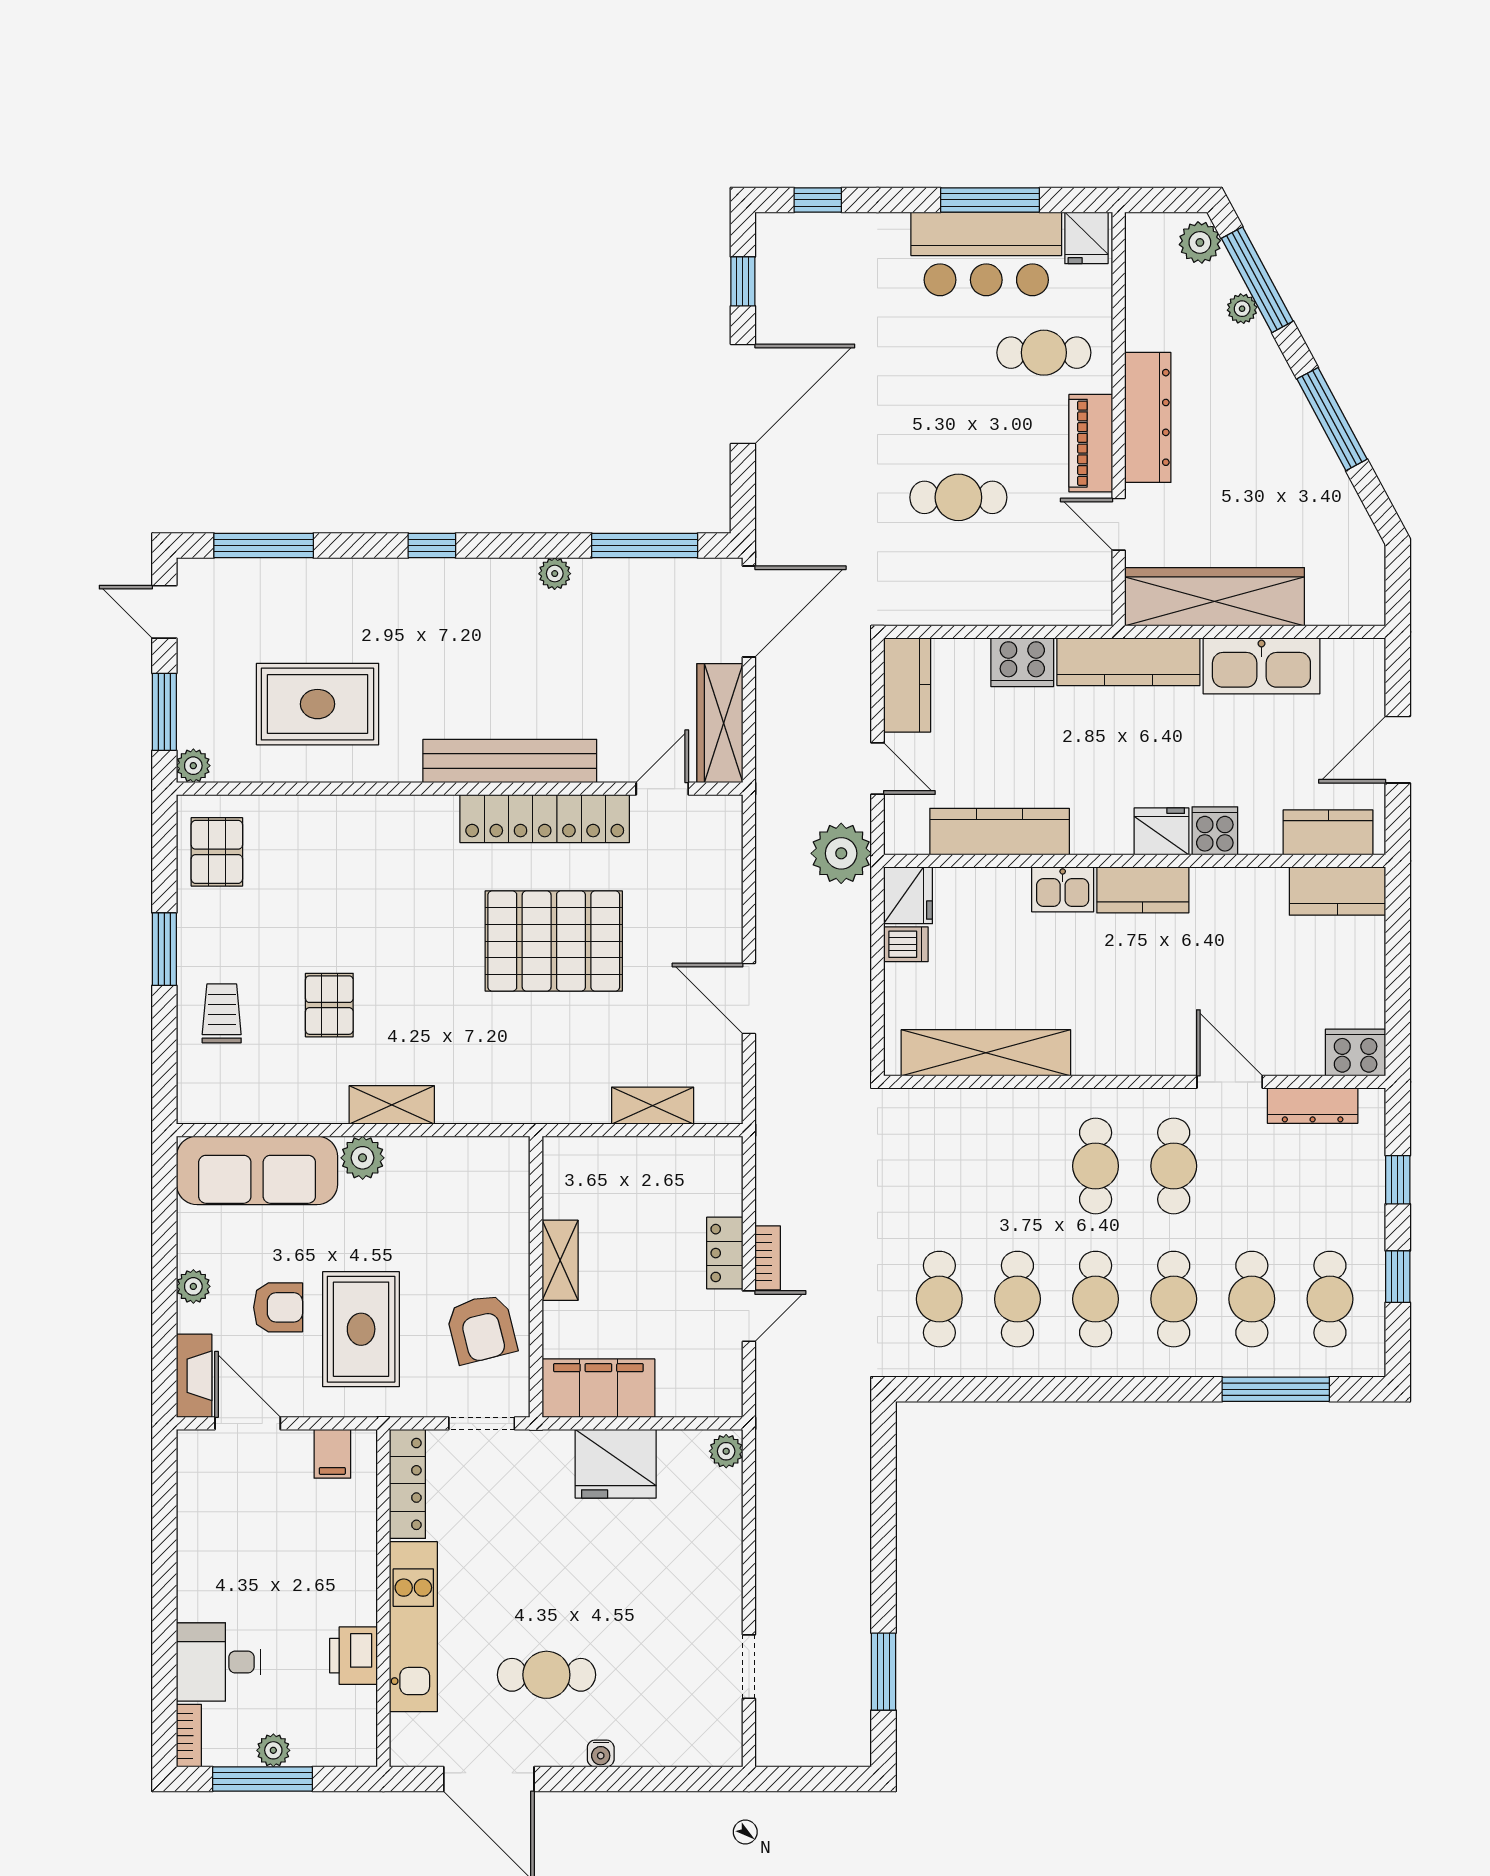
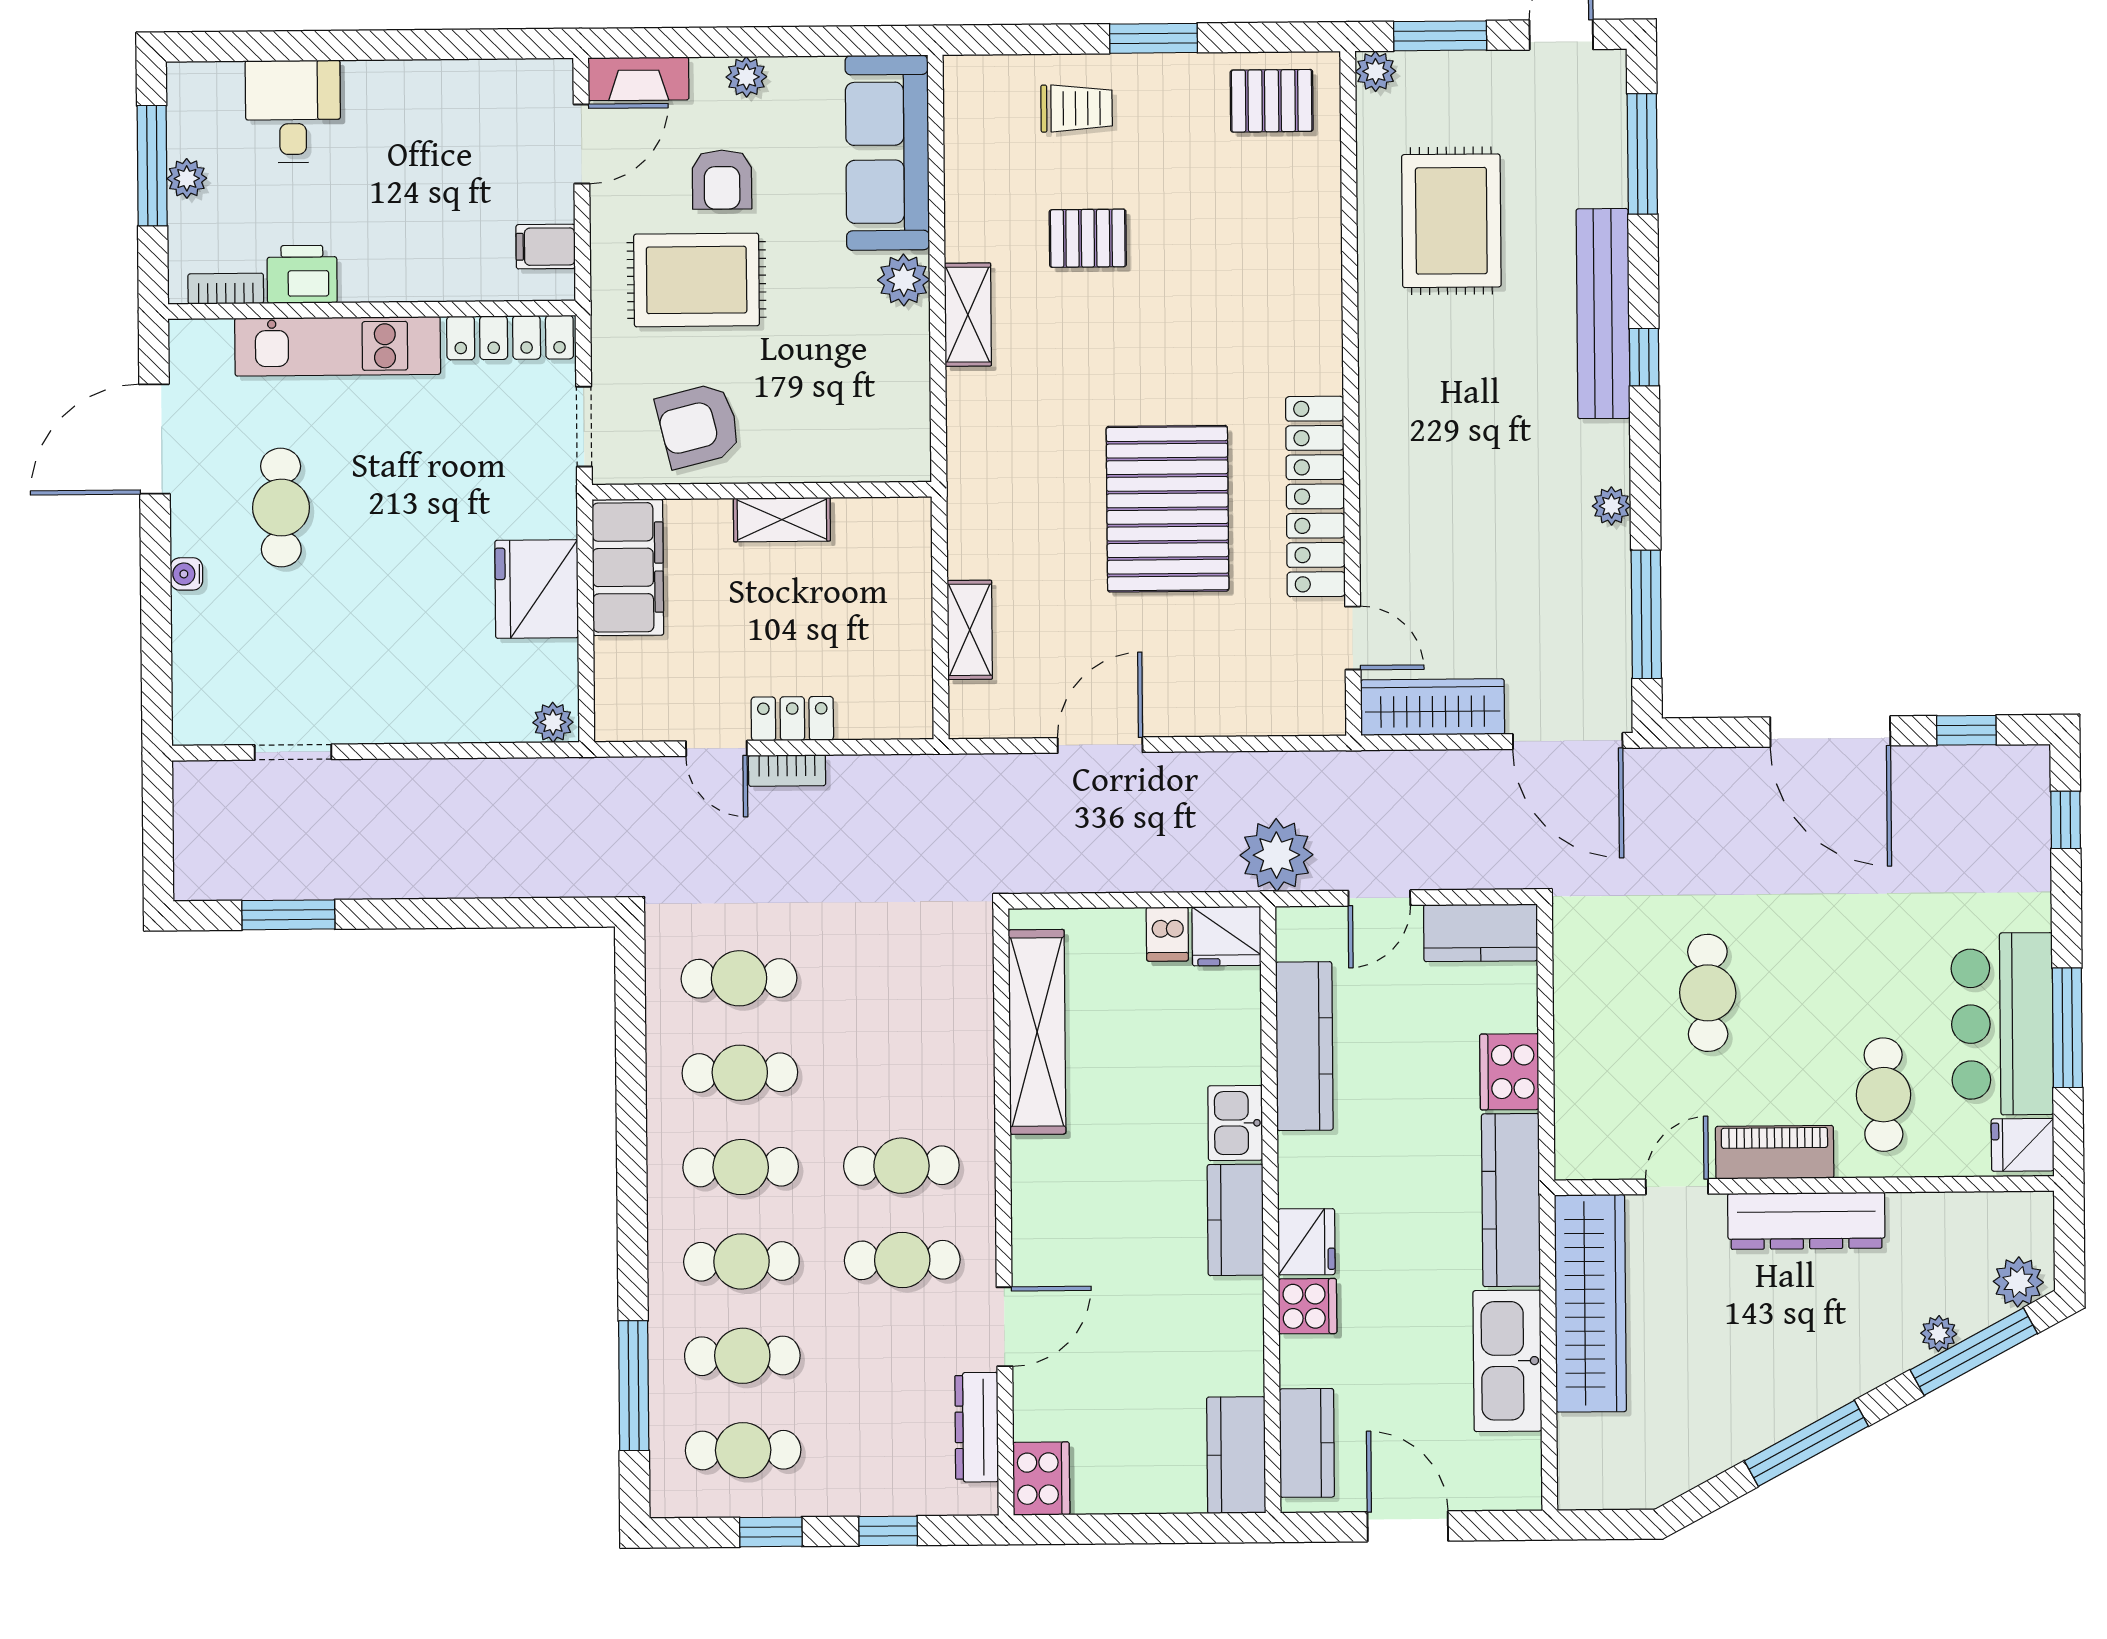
bench: (510, 761) -> (1603, 314), moved
bookcase: (189, 1736) -> (226, 289), moved, turned 180

